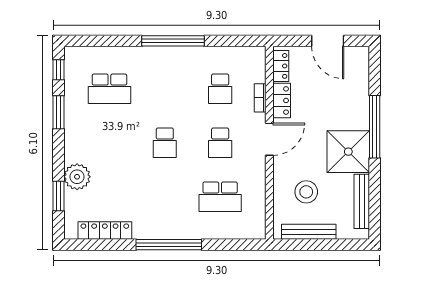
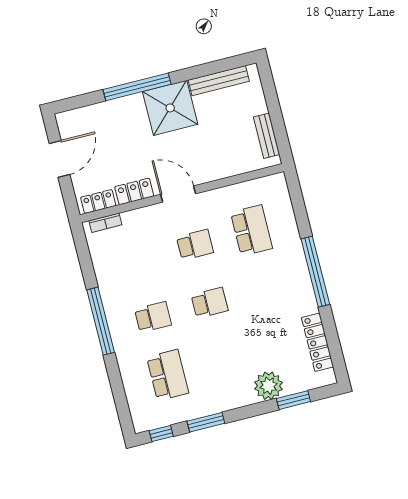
school desk: (220, 89) -> (153, 317), moved
bookcase: (260, 98) -> (105, 223), moved
stool: (306, 192) -> (224, 141), removed
bench: (309, 232) -> (267, 136), width x0.73

